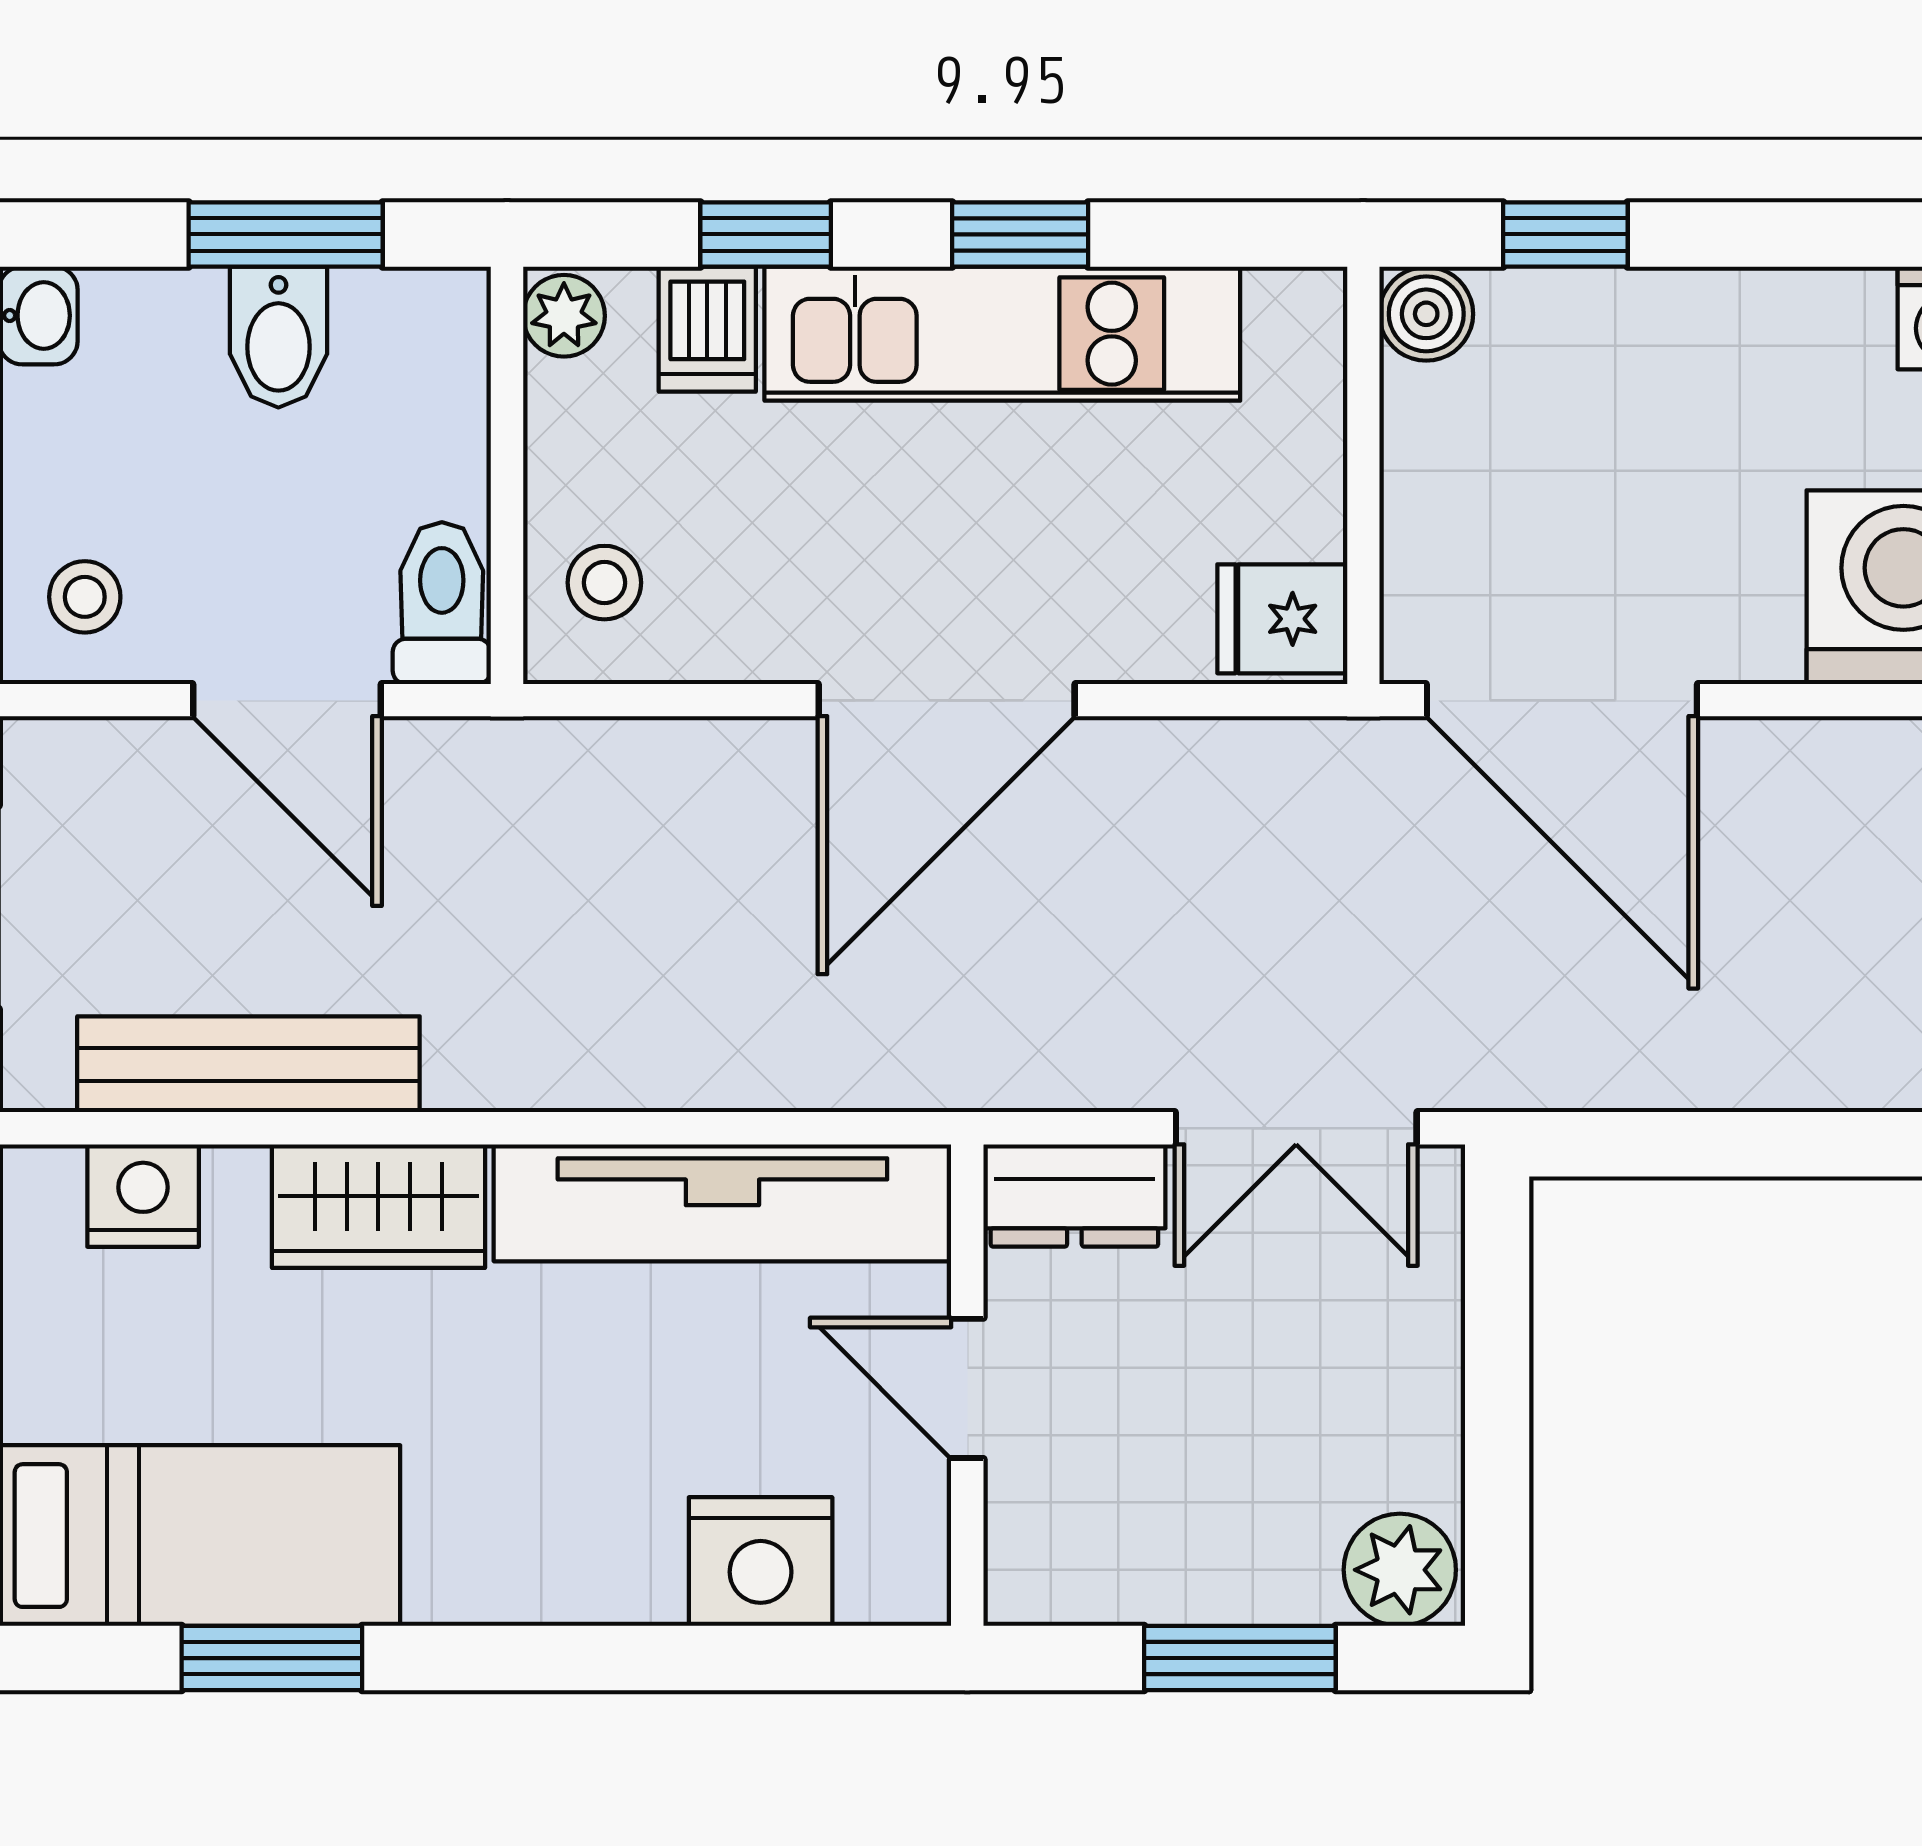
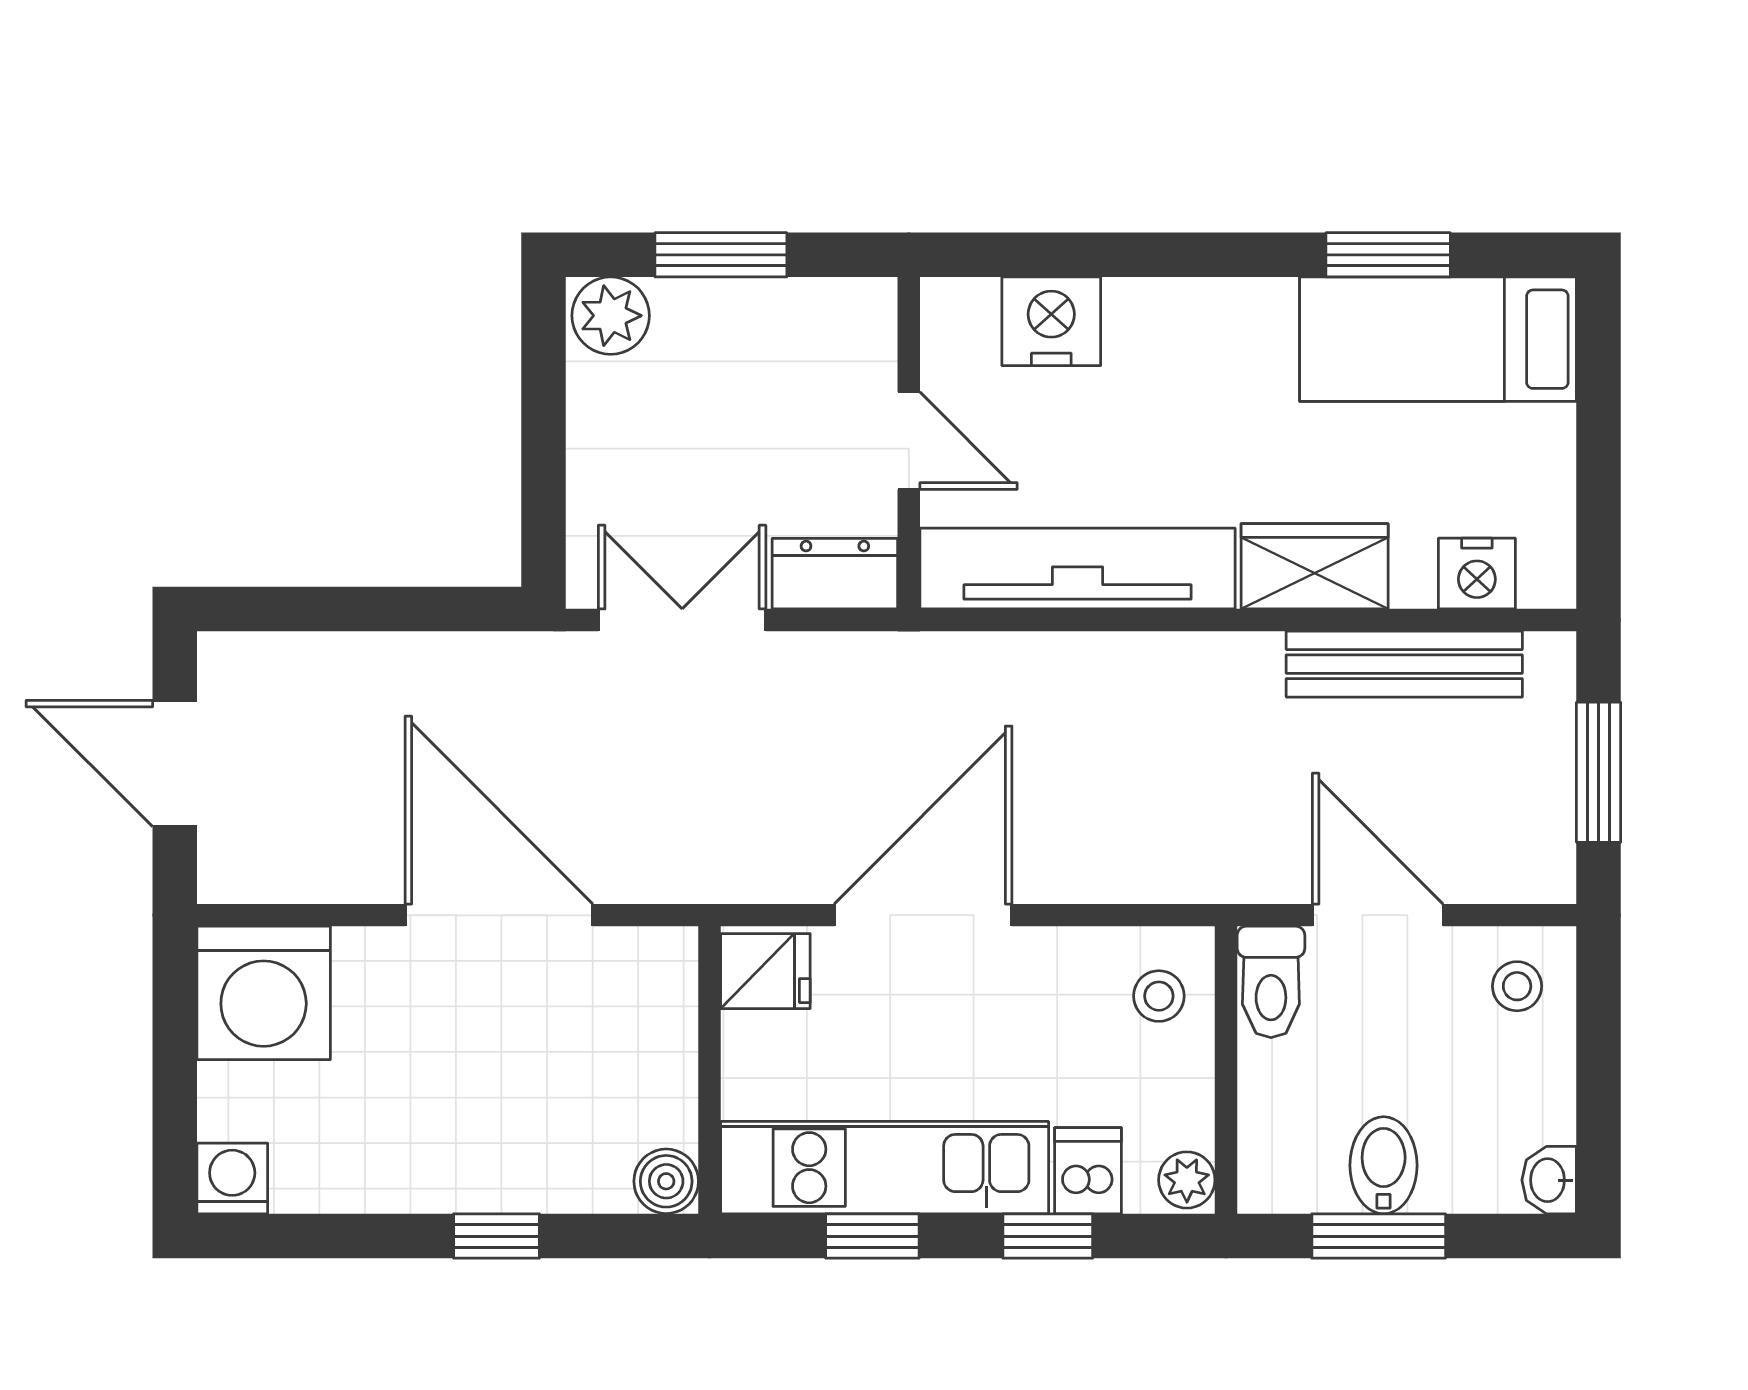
boiler: (1426, 314) -> (666, 1181), moved
wall: (1363, 475) -> (710, 1070), moved
fridge: (1282, 619) -> (765, 971), moved

